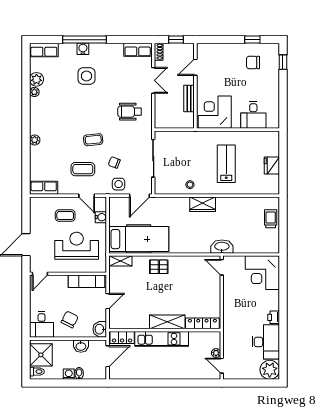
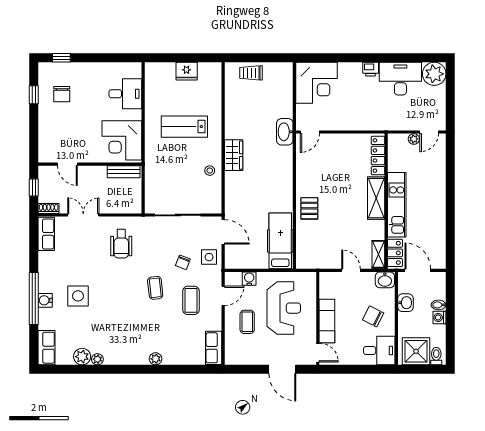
bench: (189, 99) -> (124, 172), moved
hospital bed: (139, 239) -> (280, 241), width x0.73, depth x0.78
reception desk: (77, 246) -> (284, 308), turned 180
shelving: (120, 261) -> (378, 254), moved
exam couch: (86, 281) -> (327, 321), moved

